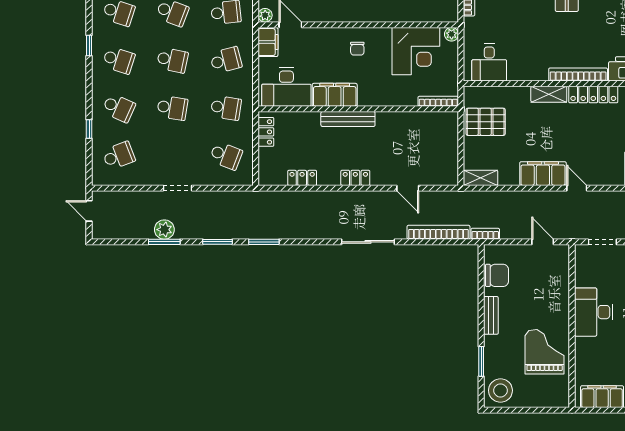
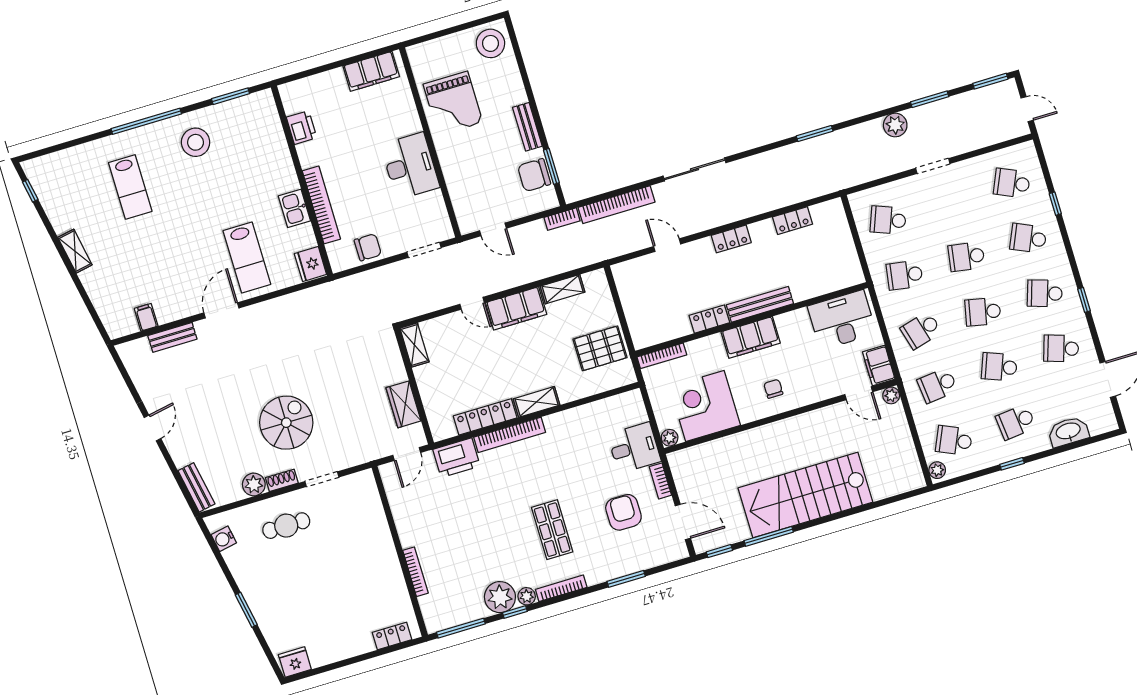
desk: (489, 63) -> (634, 448), moved, turned 90
filing cabinet: (335, 95) -> (751, 337), moved
locker: (266, 132) -> (709, 319), moved, turned 90
school desk: (119, 156) -> (1012, 183), turned 45
shelving: (481, 178) -> (563, 289), moved
plant: (164, 230) -> (895, 125), moved
window: (217, 242) -> (990, 81), moved
window: (481, 361) -> (551, 166), moved

